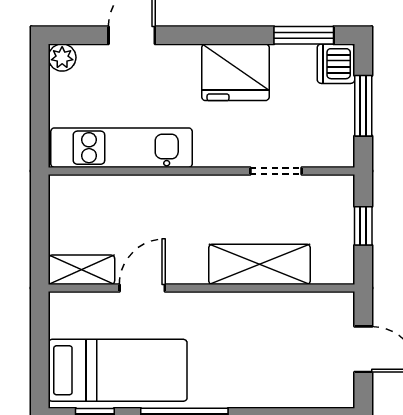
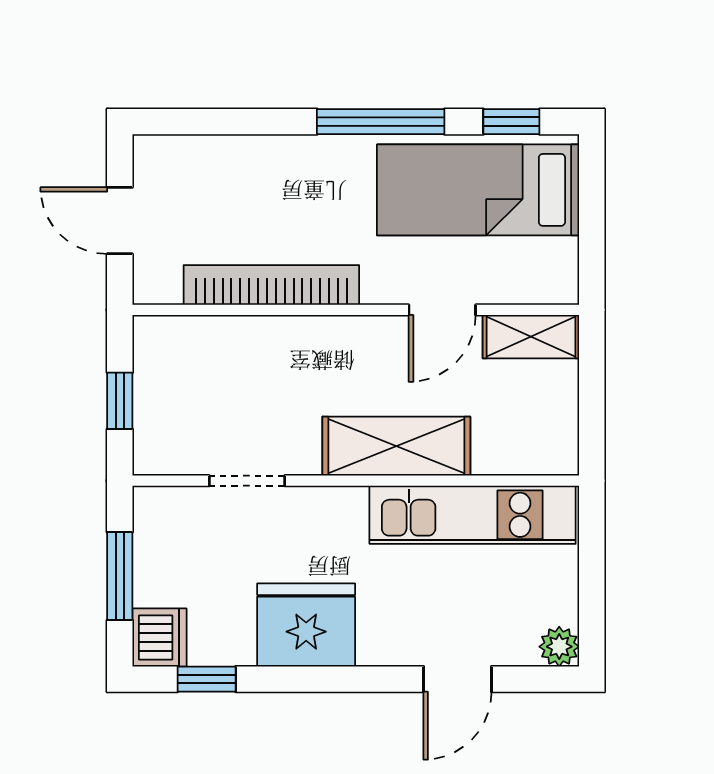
window: (304, 35) -> (207, 679), width x0.67
shelving: (259, 264) -> (396, 446), moved
bookcase: (259, 305) -> (271, 285), added

